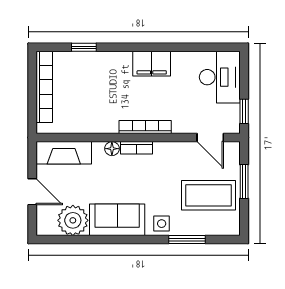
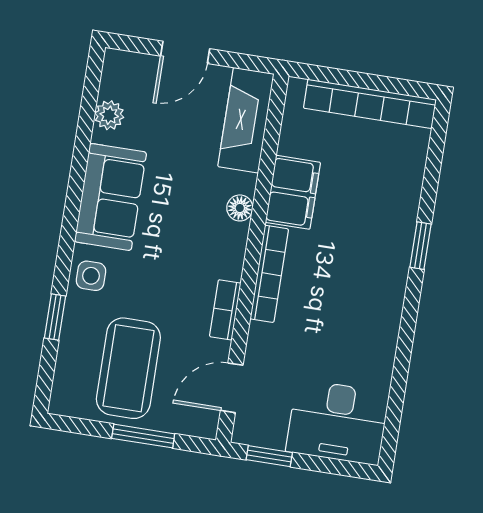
window: (84, 47) -> (421, 246), moved
filing cabinet: (152, 64) -> (293, 192), moved, turned 180
bookcase: (137, 148) -> (225, 310), moved
plant: (73, 220) -> (109, 115), width x0.53, depth x0.53
window: (187, 240) -> (55, 317), width x0.67

